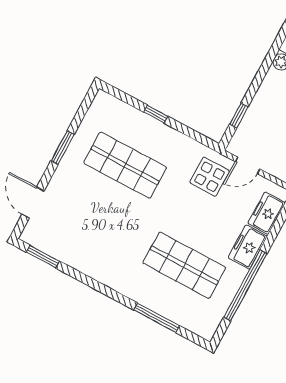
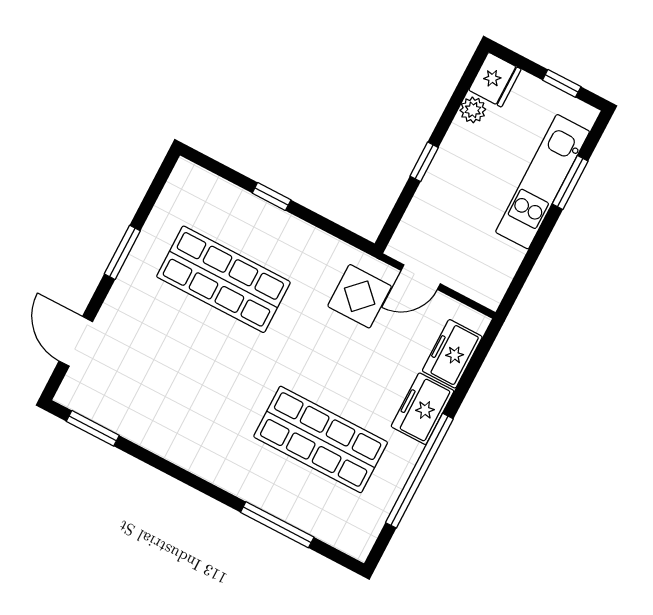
window: (239, 115) -> (424, 162), moved

